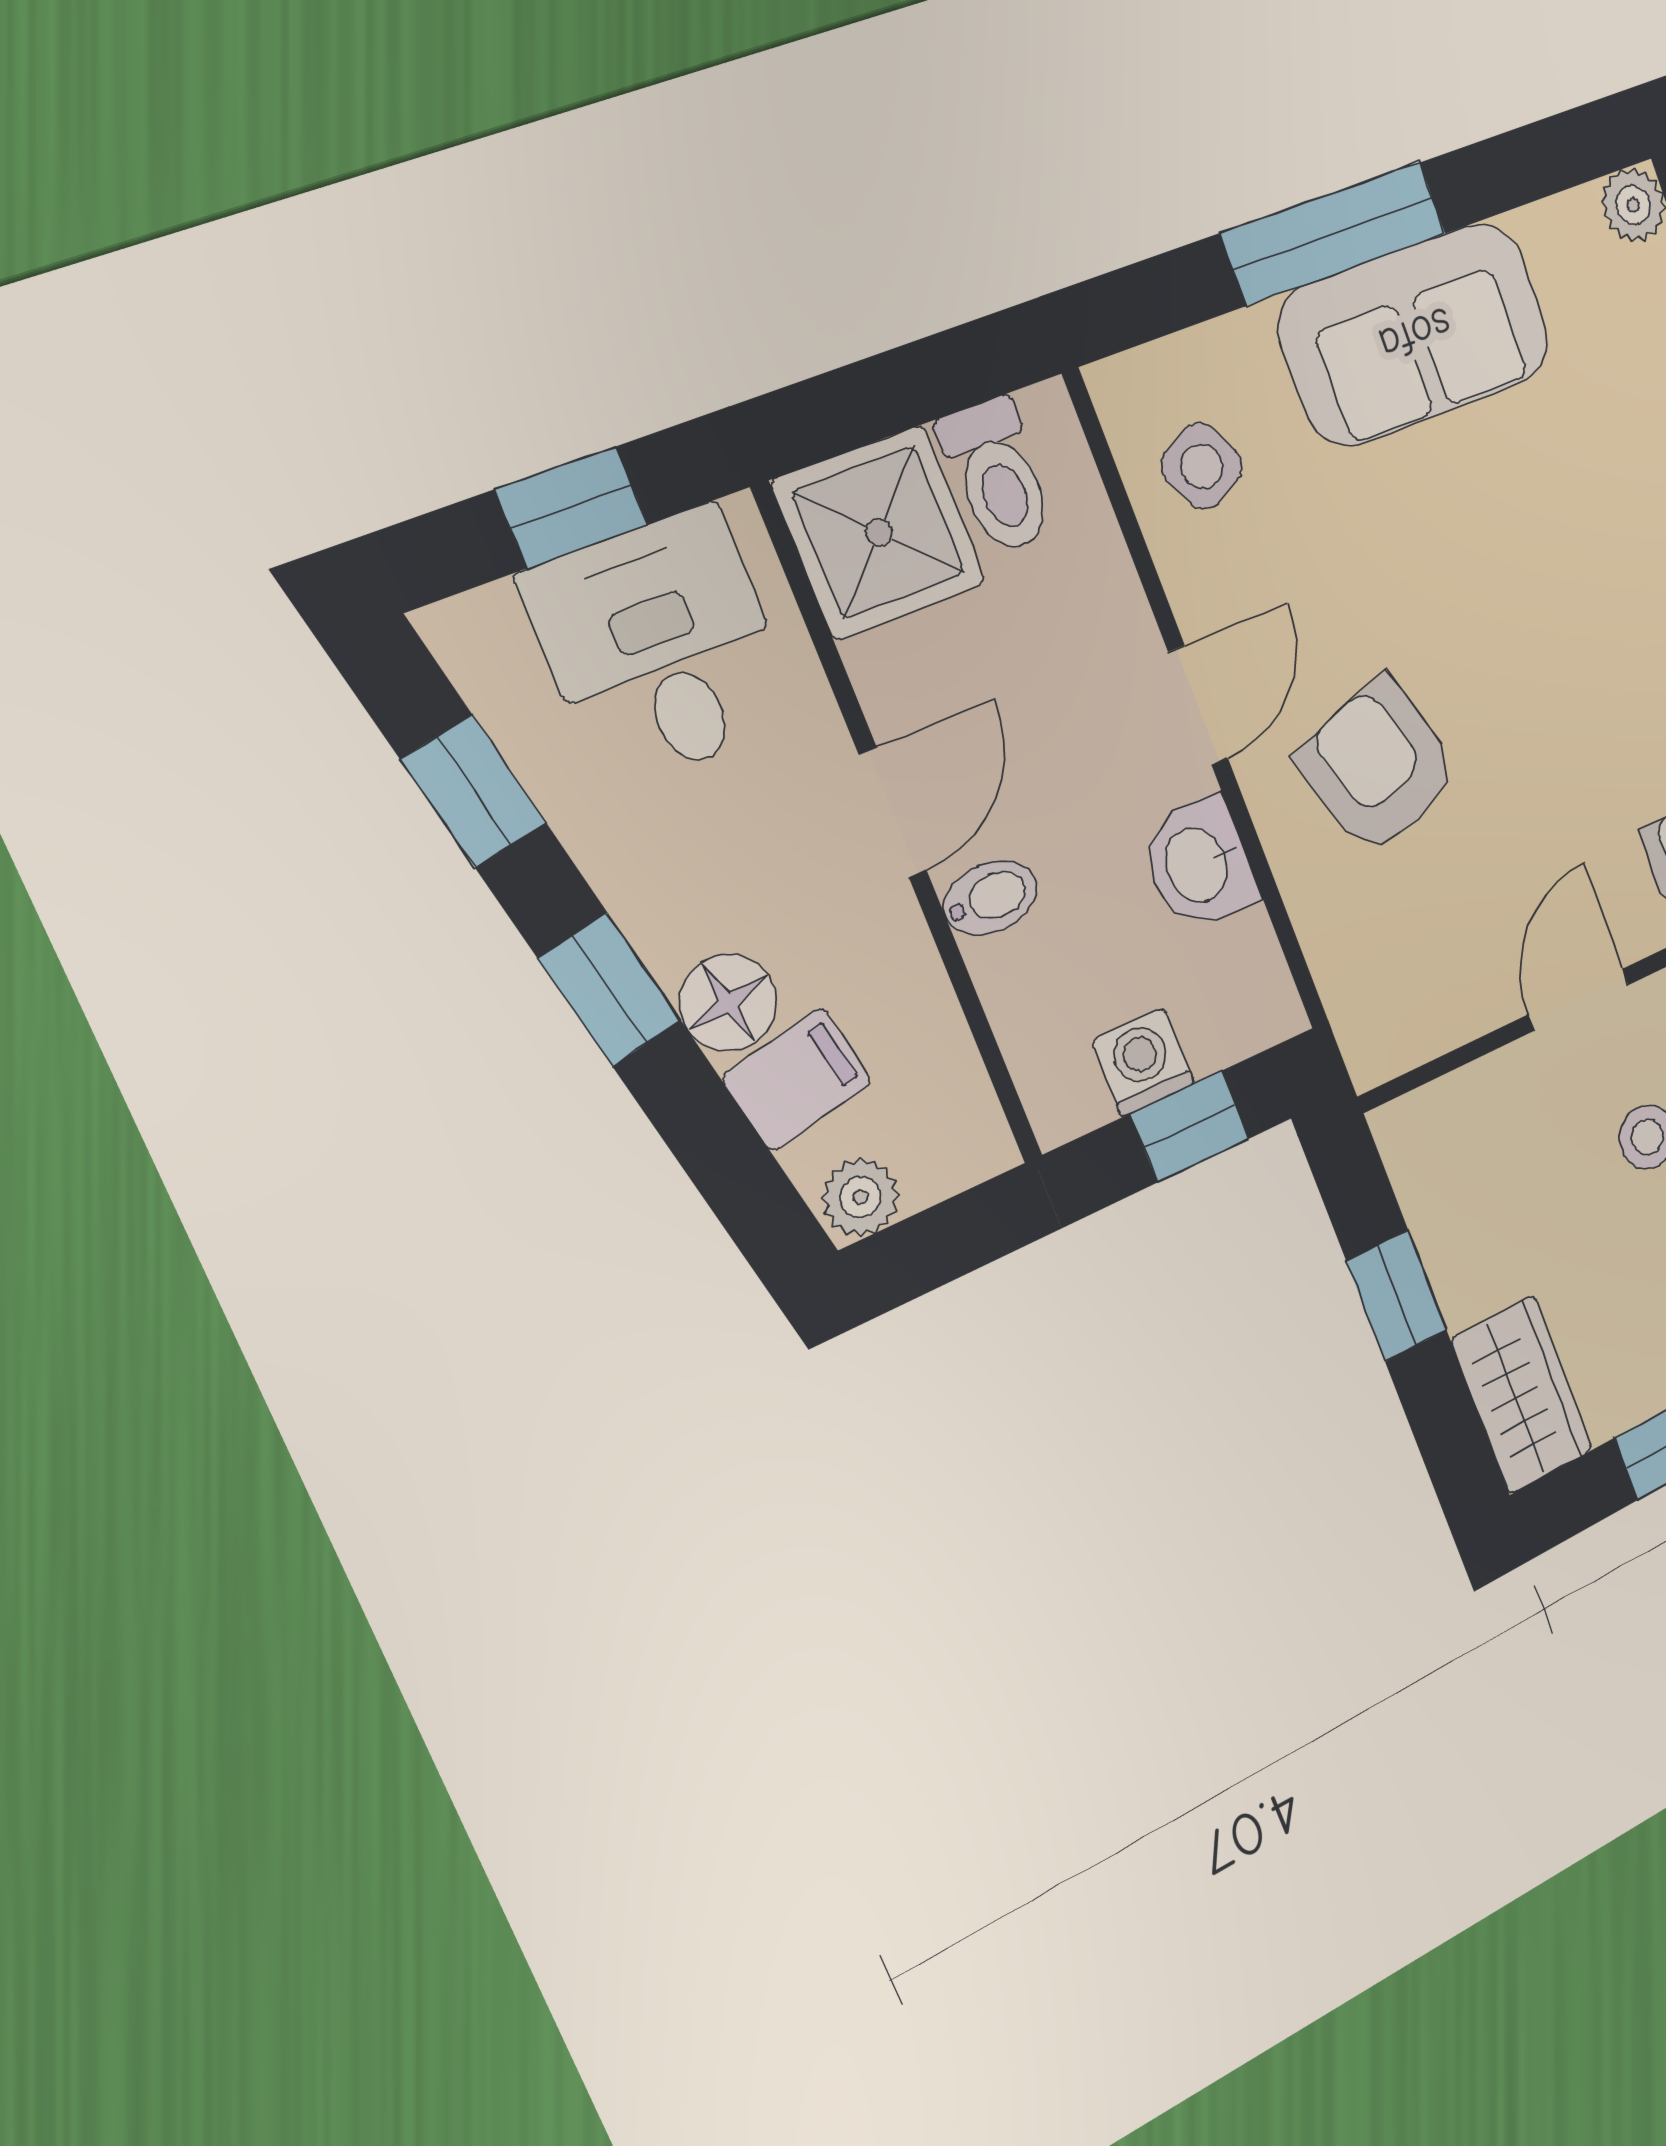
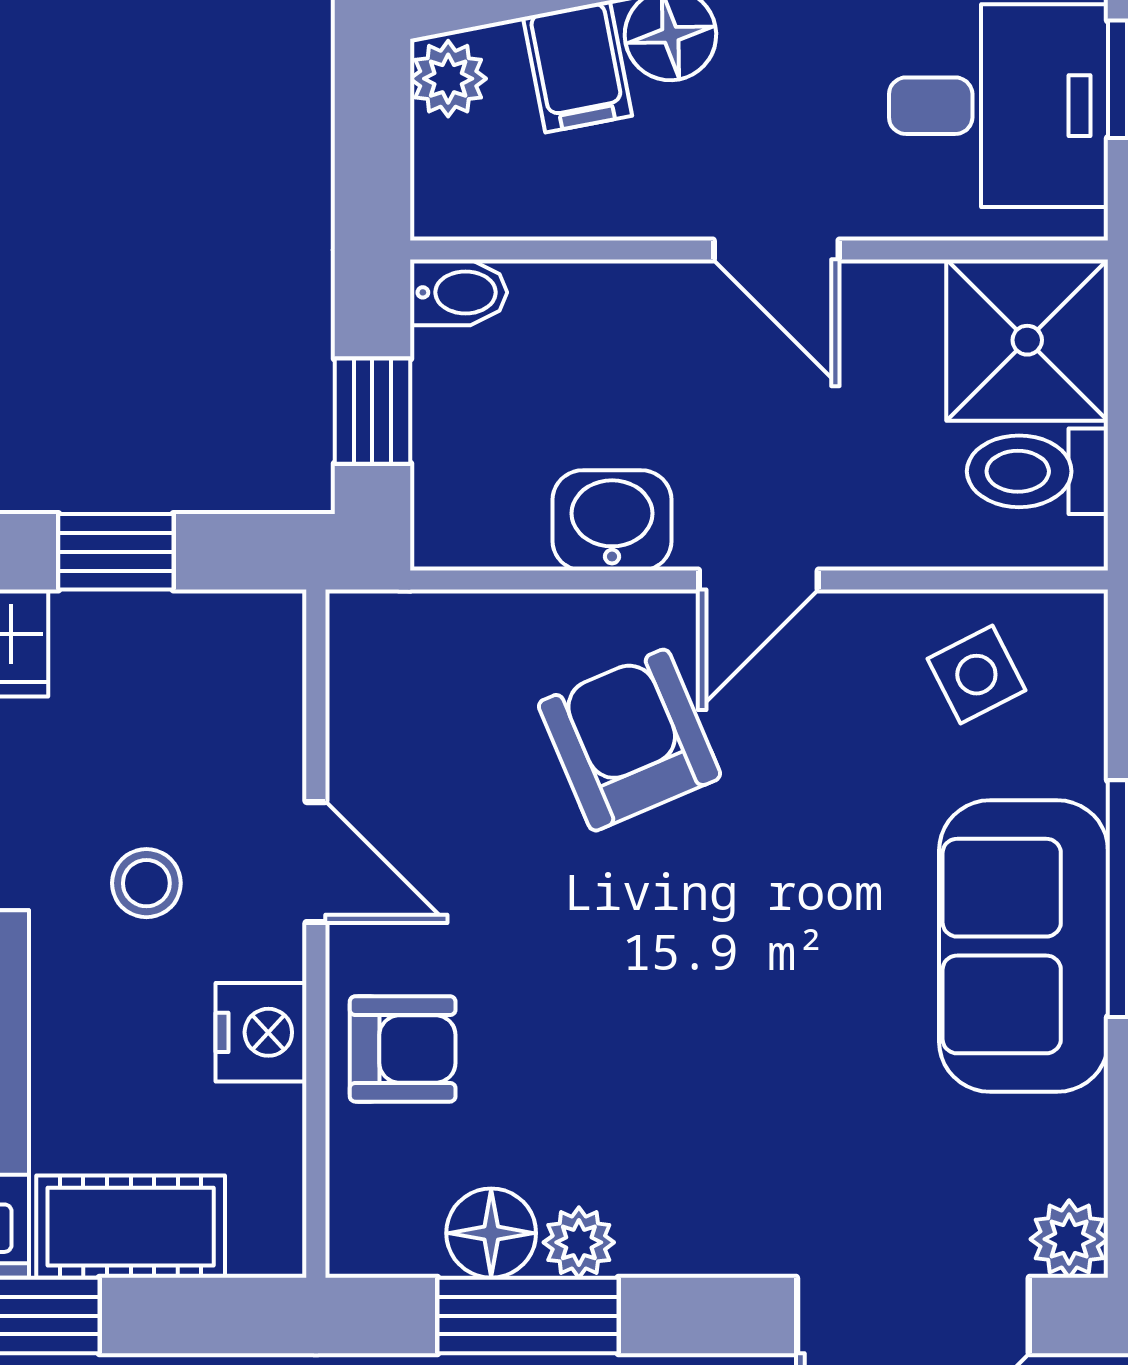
door: (1198, 705) -> (758, 580), hinge flipped
armchair: (1378, 766) -> (629, 740), turned -95
bidet: (990, 898) -> (459, 292), moved, turned -90
washing machine: (1143, 1062) -> (452, 390), removed

